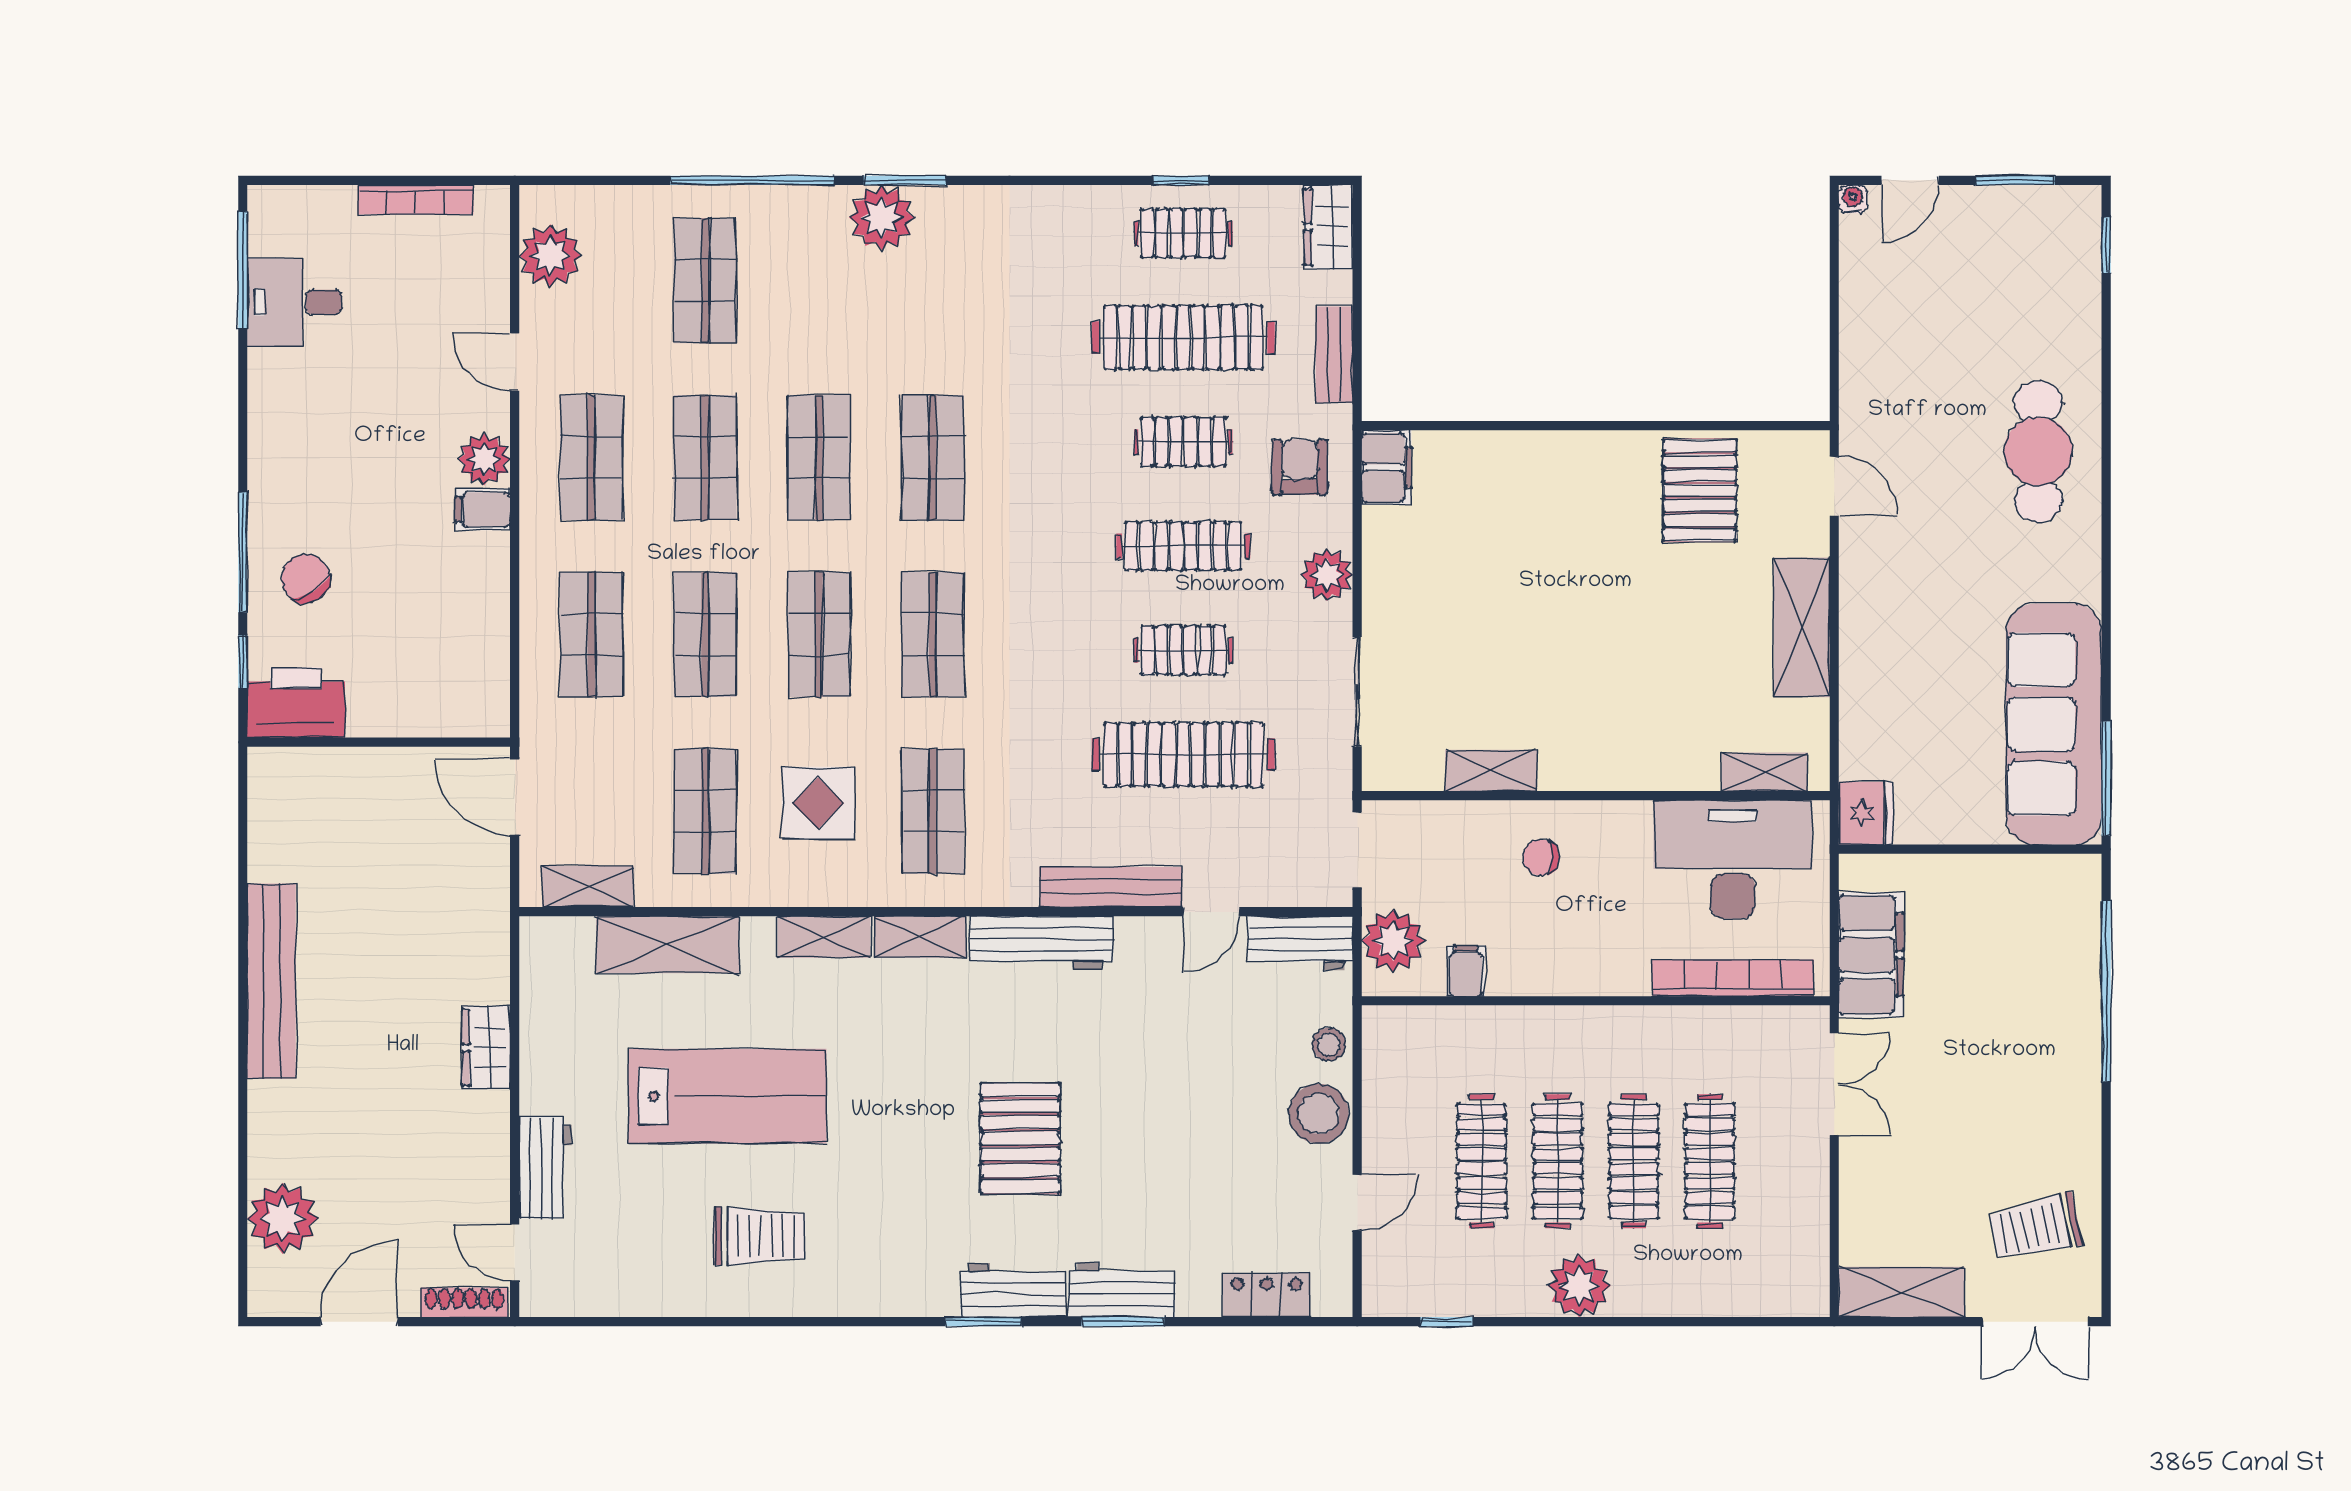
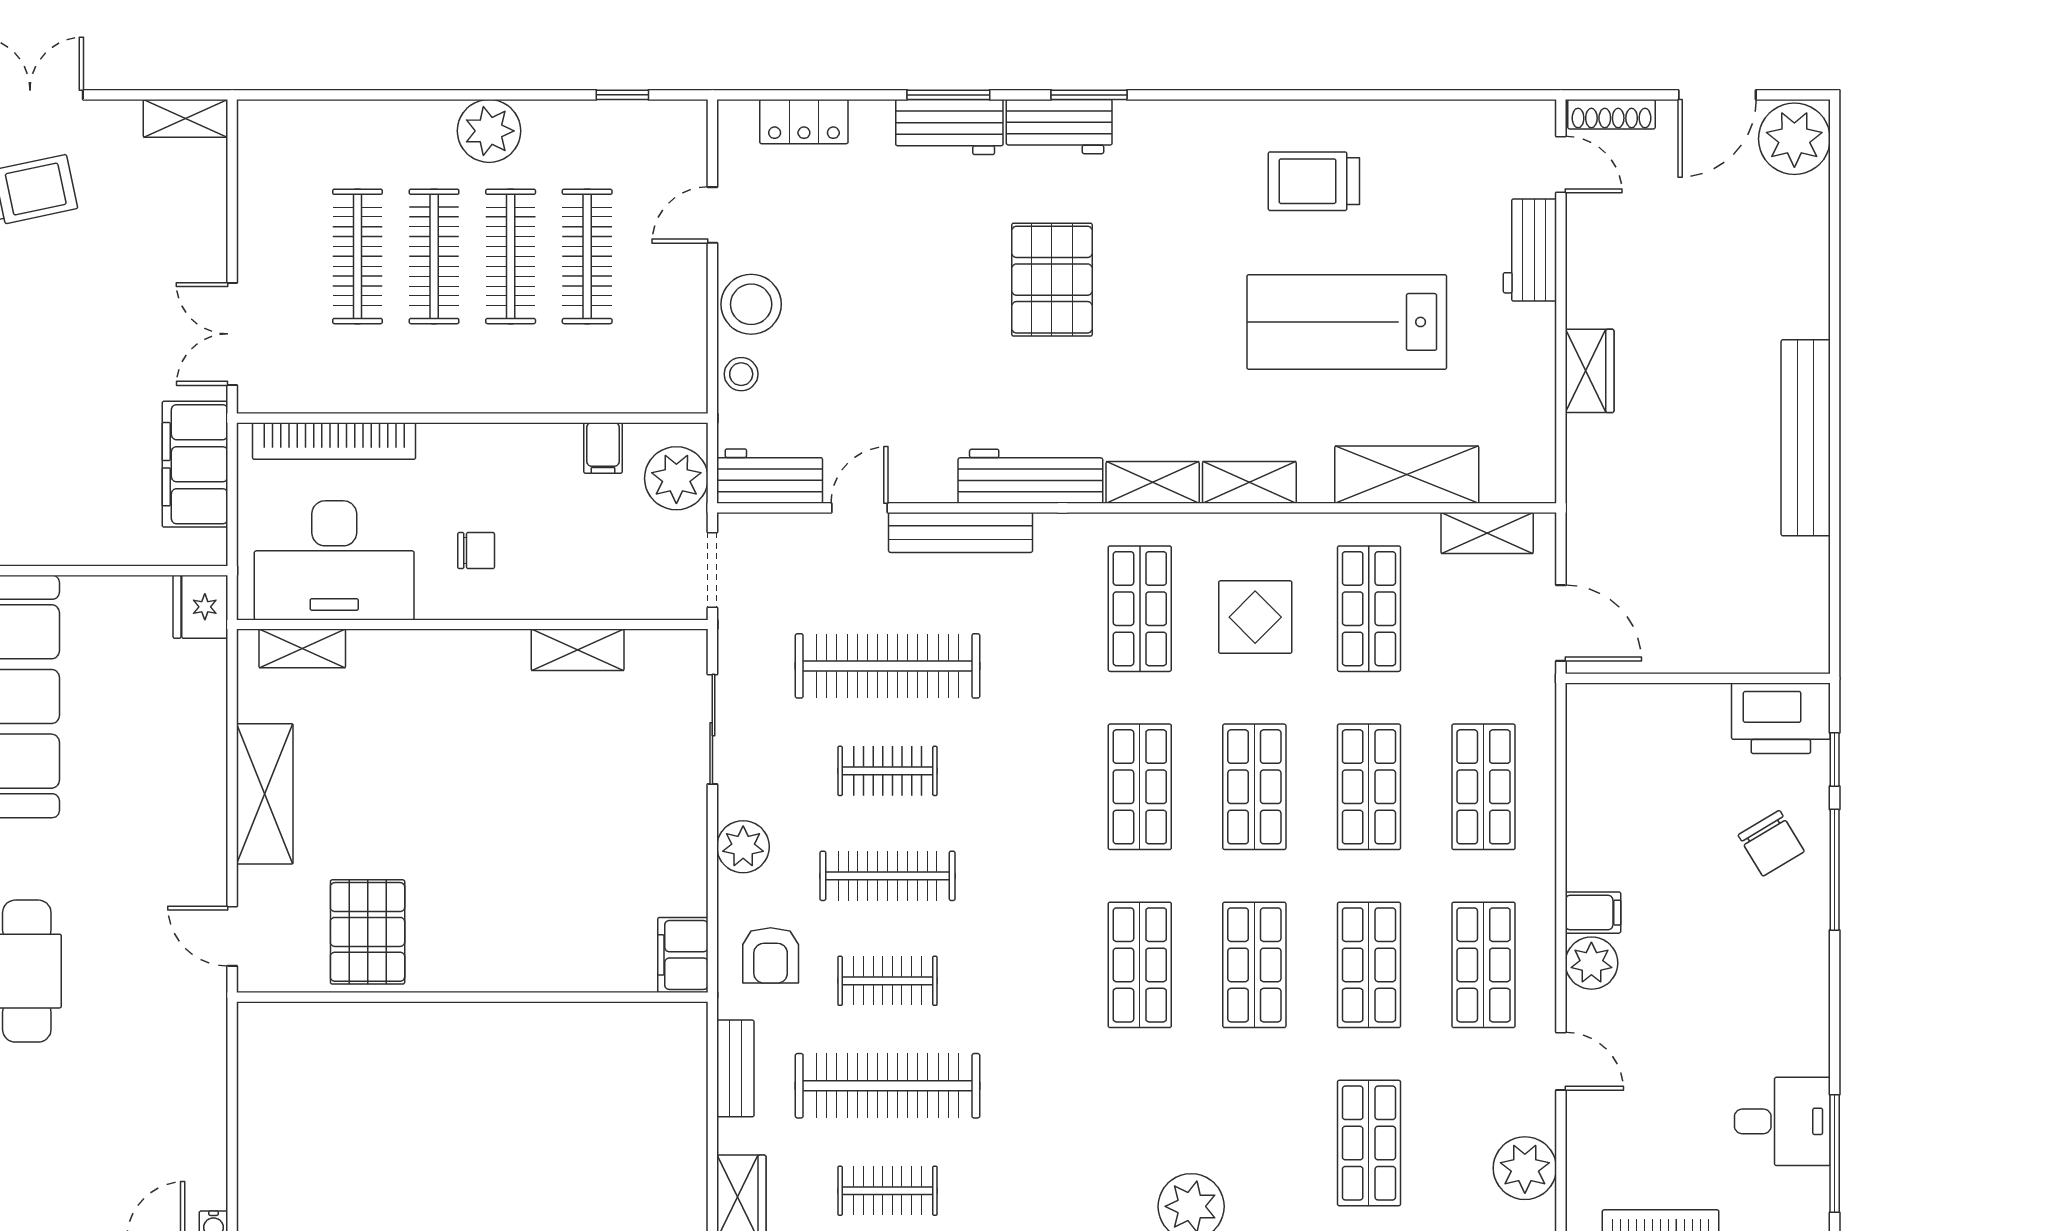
chair: (1541, 857) -> (476, 551), moved
plant: (283, 1218) -> (1794, 139), moved
shelving: (1902, 1292) -> (186, 118), width x0.67, depth x0.75

